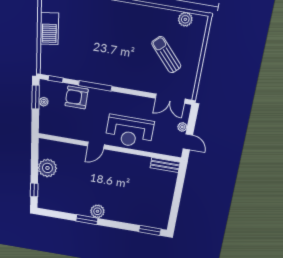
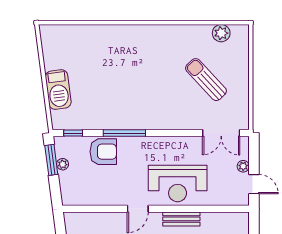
barbecue: (49, 29) -> (58, 90), moved
armchair: (77, 97) -> (103, 152), turned 180
bench: (165, 165) -> (181, 219), moved

